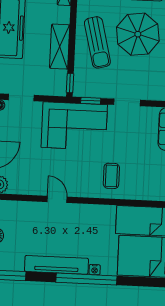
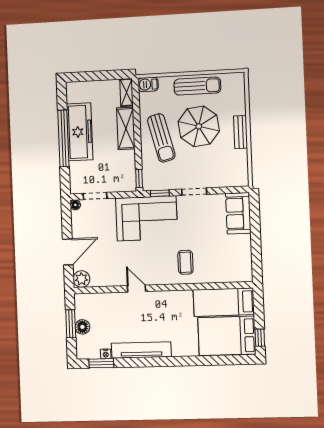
shelving: (60, 47) -> (126, 128), moved
nightstand: (95, 270) -> (106, 354), moved
window: (86, 279) -> (170, 361), removed

